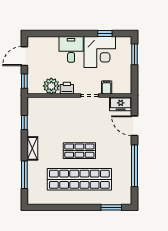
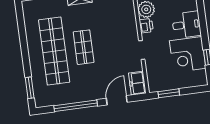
window: (134, 54) -> (169, 93), moved
filing cabinet: (107, 87) -> (152, 66), removed

